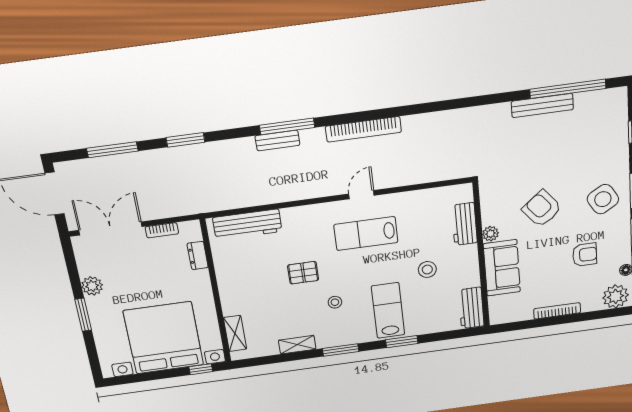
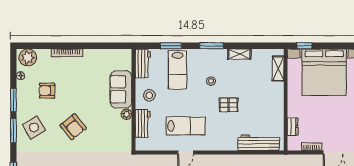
workbench: (464, 224) -> (143, 123), moved
plant: (491, 234) -> (127, 114), moved
wall: (481, 256) -> (134, 100), moved
sofa: (502, 268) -> (121, 89), moved
workbench: (471, 308) -> (143, 64), moved

